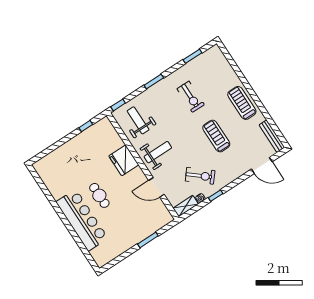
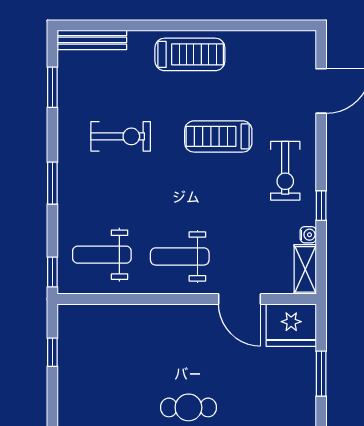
treadmill: (242, 103) -> (190, 54), turned 180
bench: (272, 136) -> (92, 40), moved
weight bench: (158, 152) -> (180, 256), turned -90
fridge: (124, 160) -> (291, 325), moved
exercise bike: (200, 176) -> (285, 171), moved, turned 140
door: (156, 187) -> (240, 299), hinge flipped

